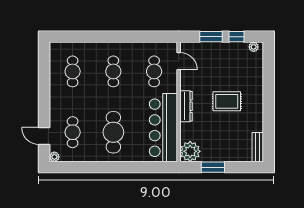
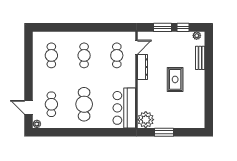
door: (179, 61) -> (136, 47), hinge flipped
rug: (227, 101) -> (175, 79), turned 90
dresser: (186, 106) -> (142, 67), moved
bar counter: (163, 128) -> (124, 108), width x0.73
bench: (258, 147) -> (200, 58), moved

